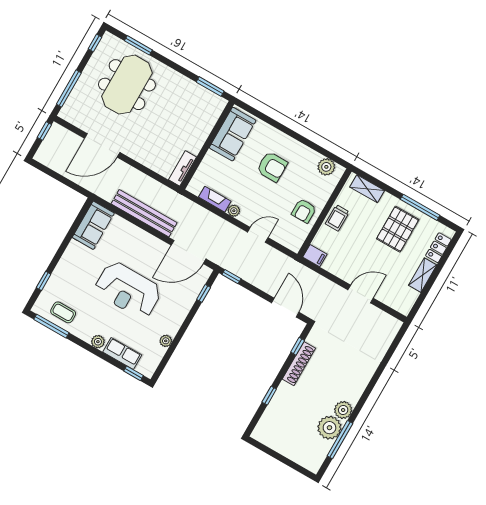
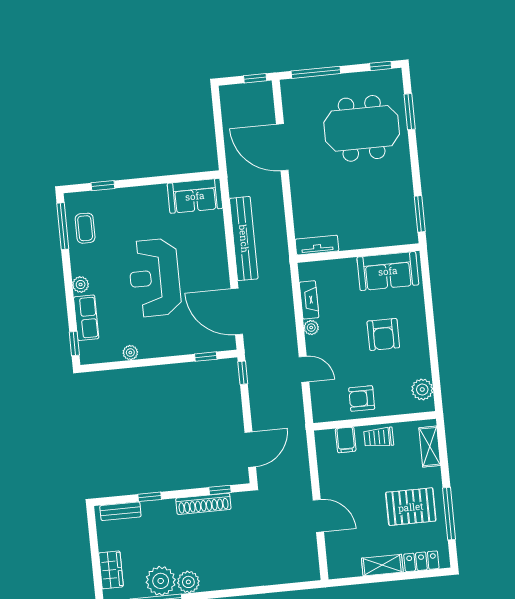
filing cabinet: (315, 256) -> (346, 440), moved
bench: (265, 421) -> (120, 511), added
wardrobe: (299, 455) -> (111, 570), added

